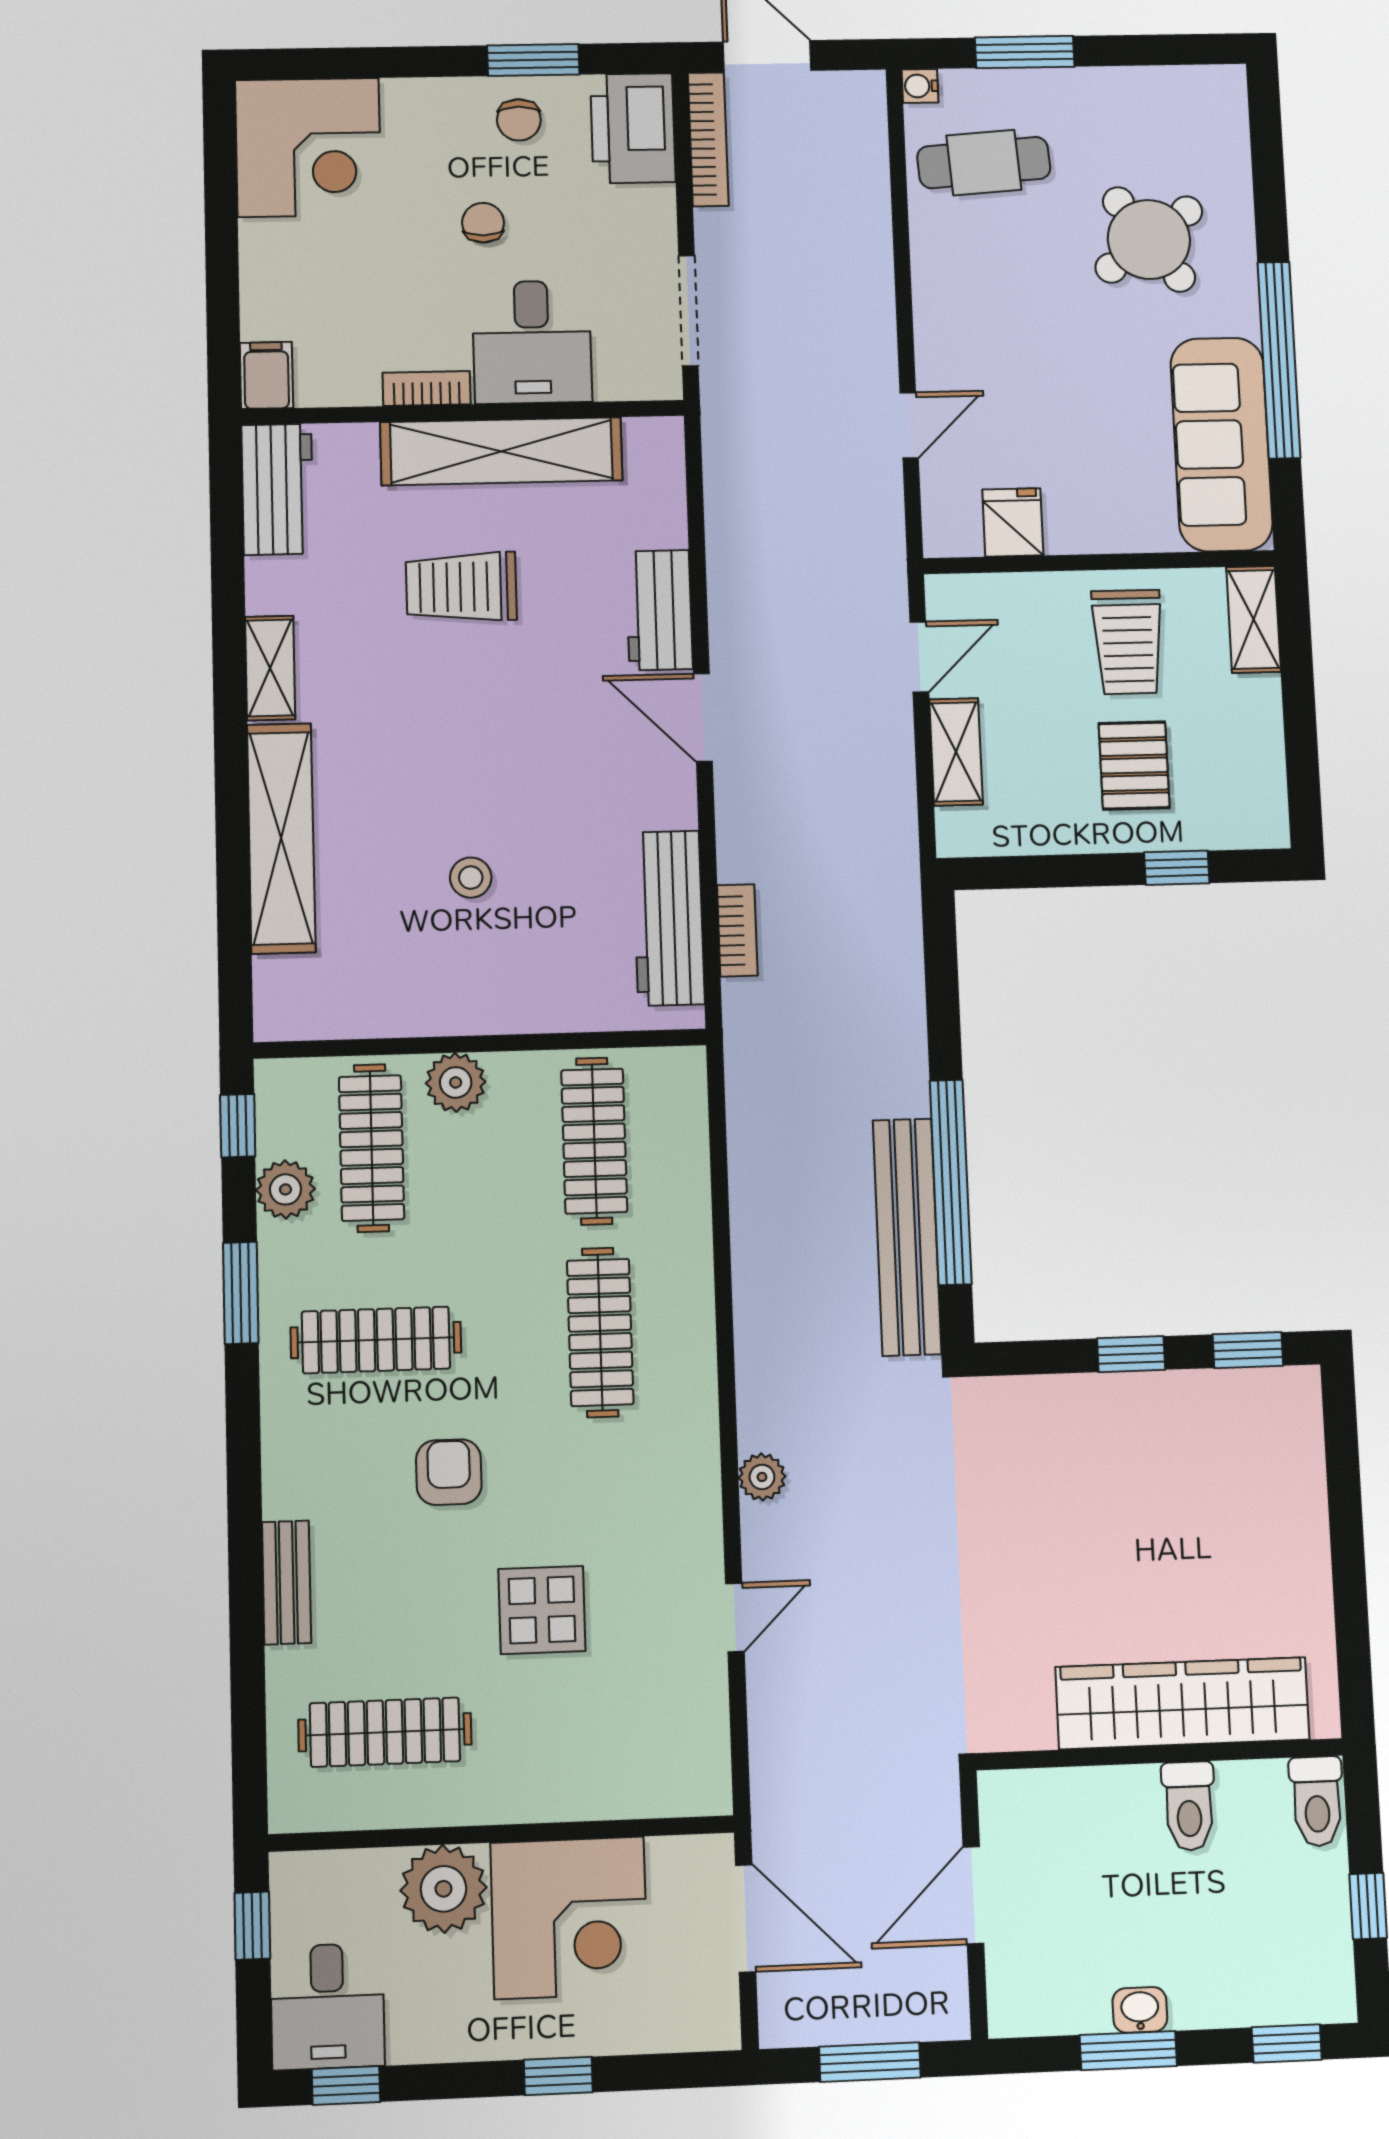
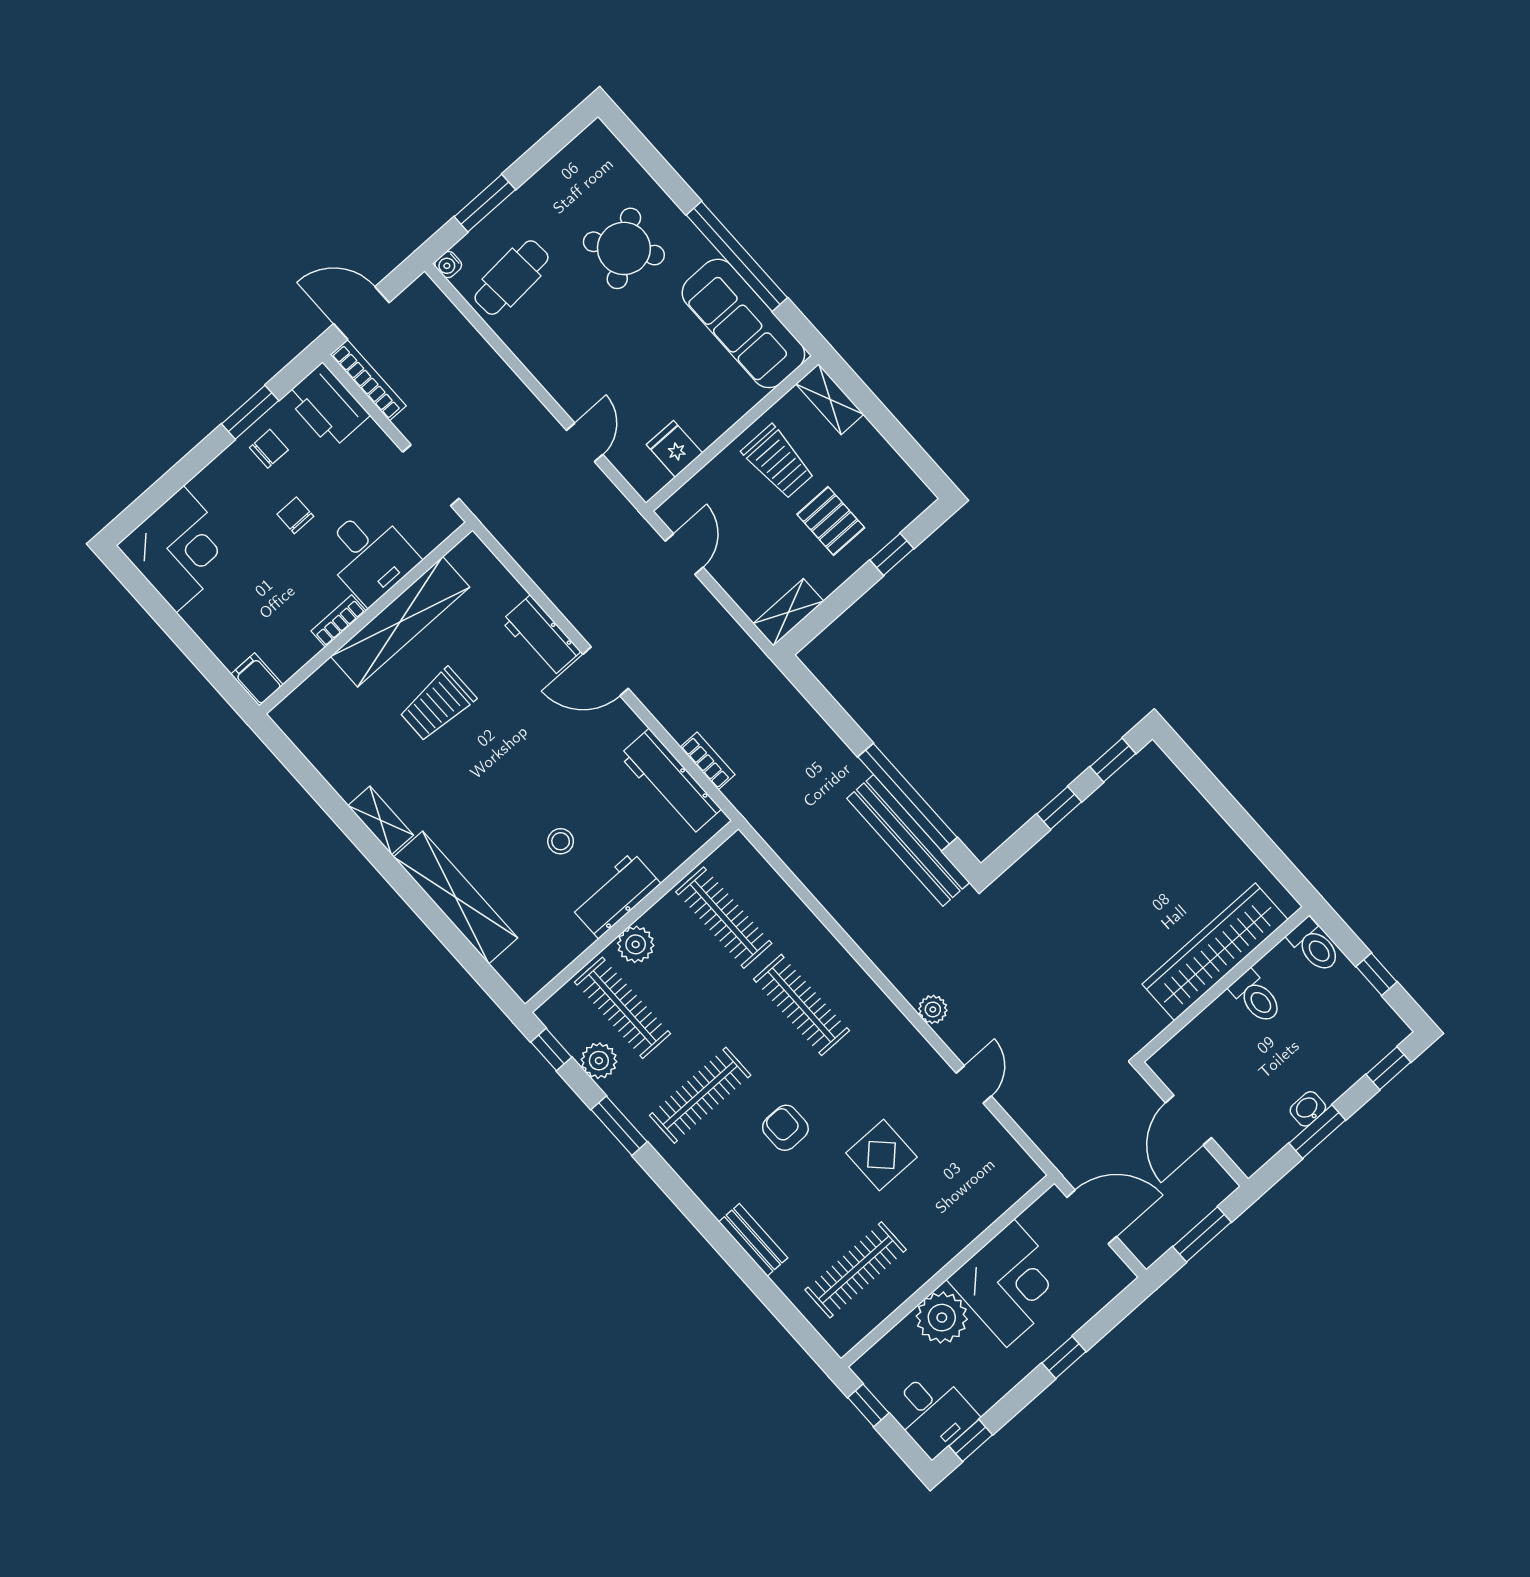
chair: (519, 120) -> (269, 449), turned -90
workbench: (278, 489) -> (615, 895), moved, turned -90
shelving: (956, 752) -> (788, 612), moved, turned 90

